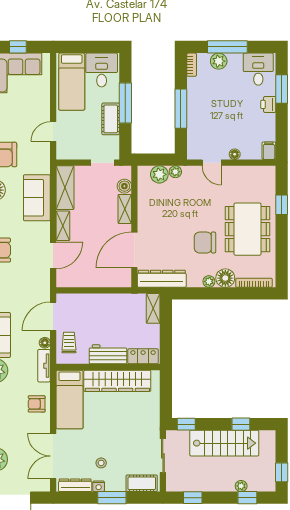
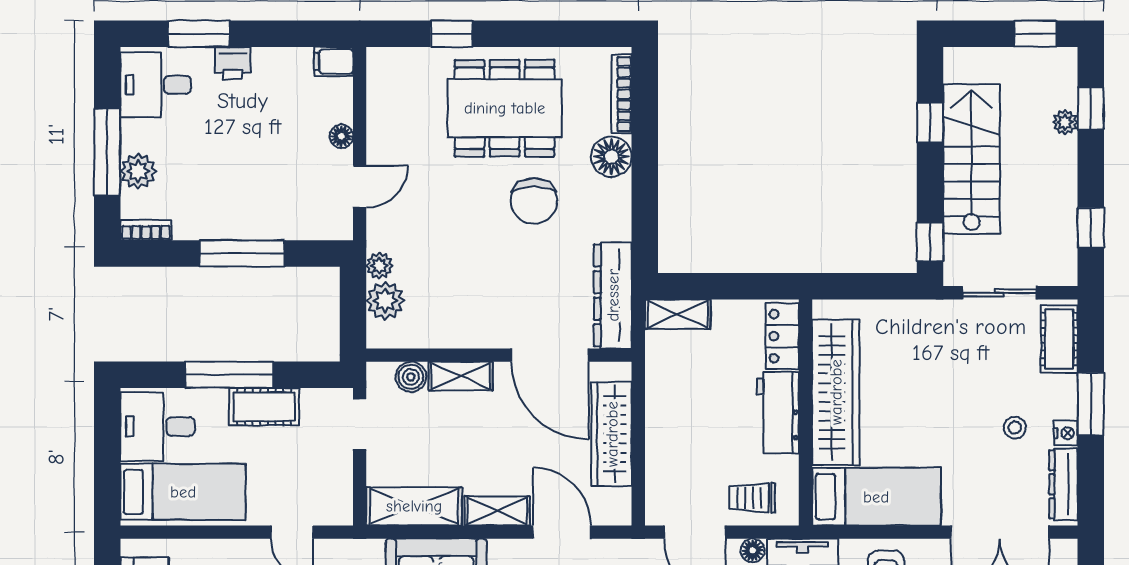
wardrobe: (98, 278) -> (612, 434), added
plant: (209, 281) -> (619, 192), removed

